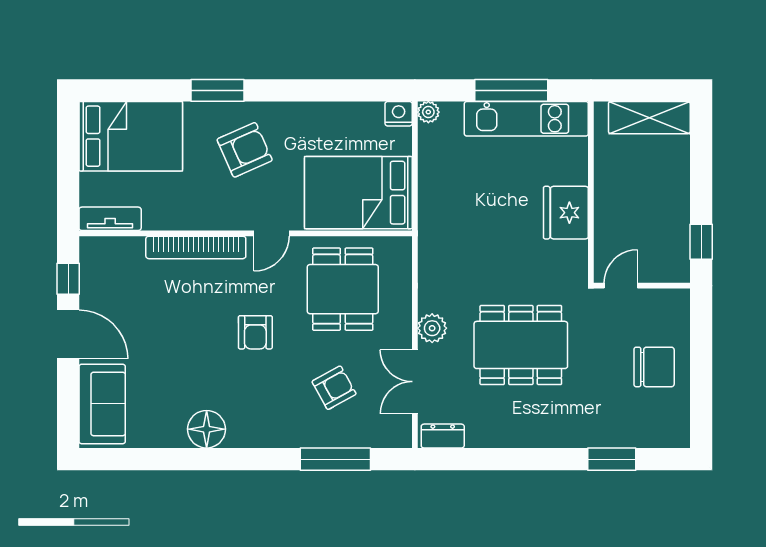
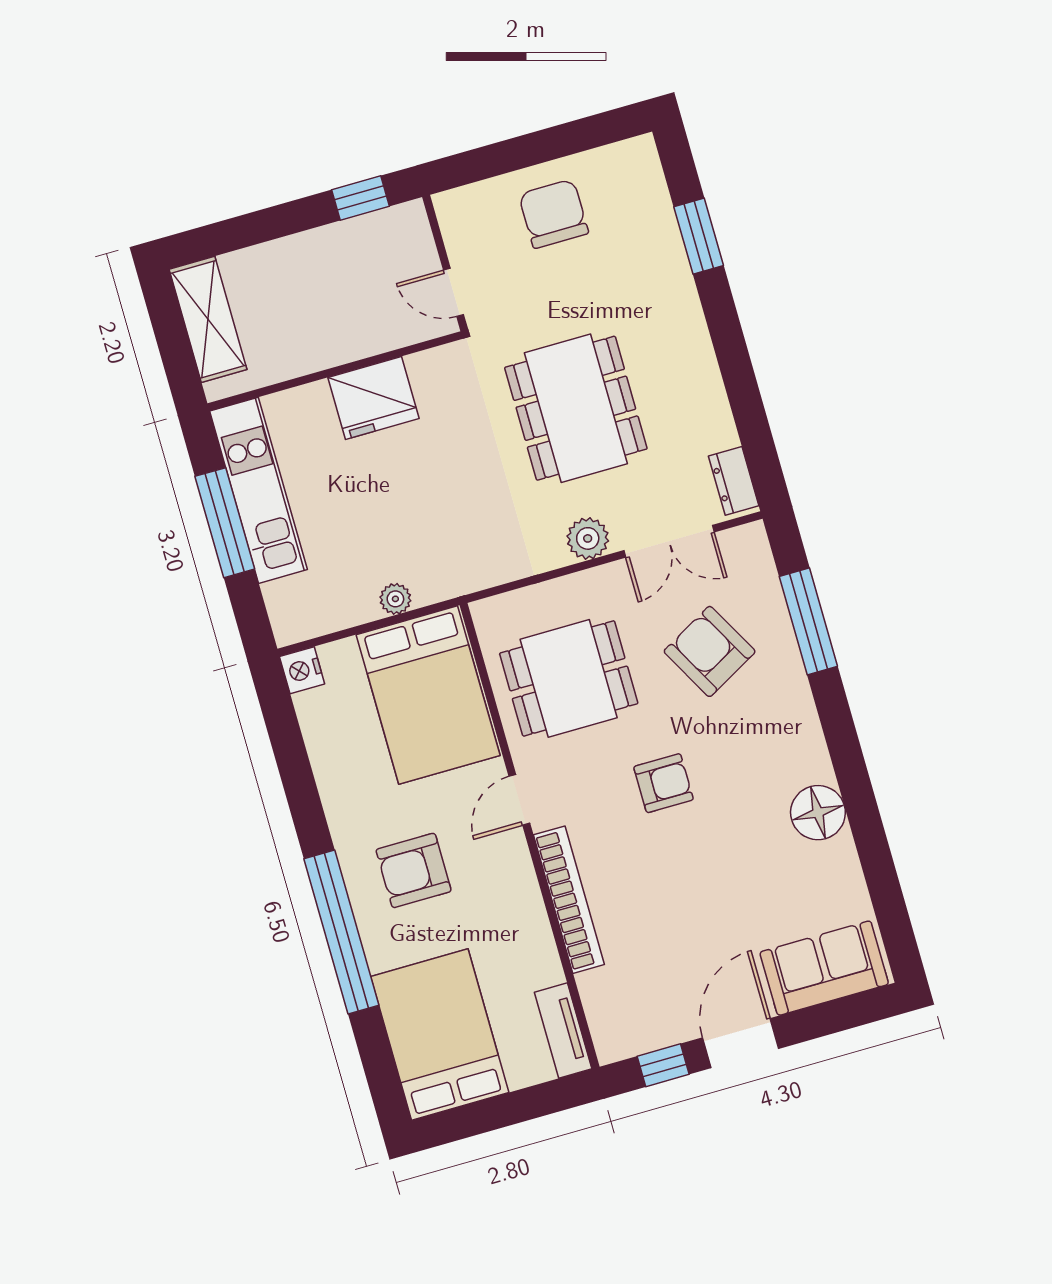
window: (217, 90) -> (341, 932), width x2.11
plant: (428, 112) -> (395, 599), moved
armchair: (245, 150) -> (414, 870), turned -66
door: (271, 233) -> (519, 800), swing flipped
armchair: (334, 388) -> (710, 651), width x1.38, depth x1.38

